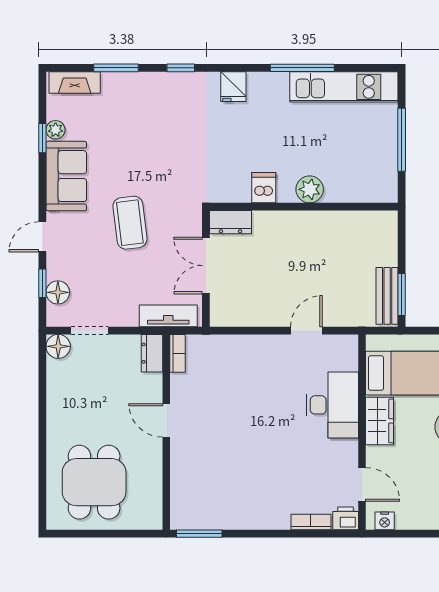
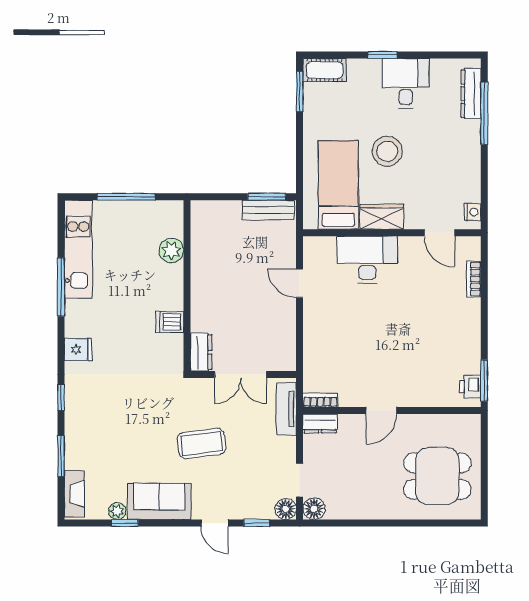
plant: (310, 189) -> (171, 250), moved
floor lamp: (58, 292) -> (286, 509), moved
door: (362, 484) -> (439, 233), swing flipped
printer: (346, 518) -> (470, 387), moved

